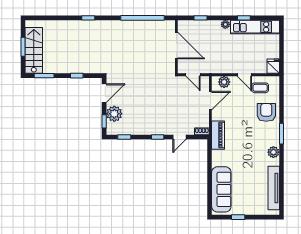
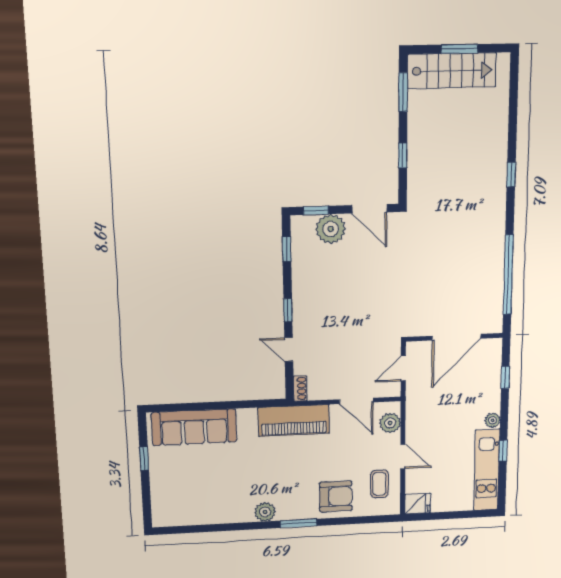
door: (244, 75) -> (403, 457), swing flipped
piano: (218, 135) -> (294, 421), width x1.37, depth x1.33
tv unit: (274, 188) -> (201, 516), removed

